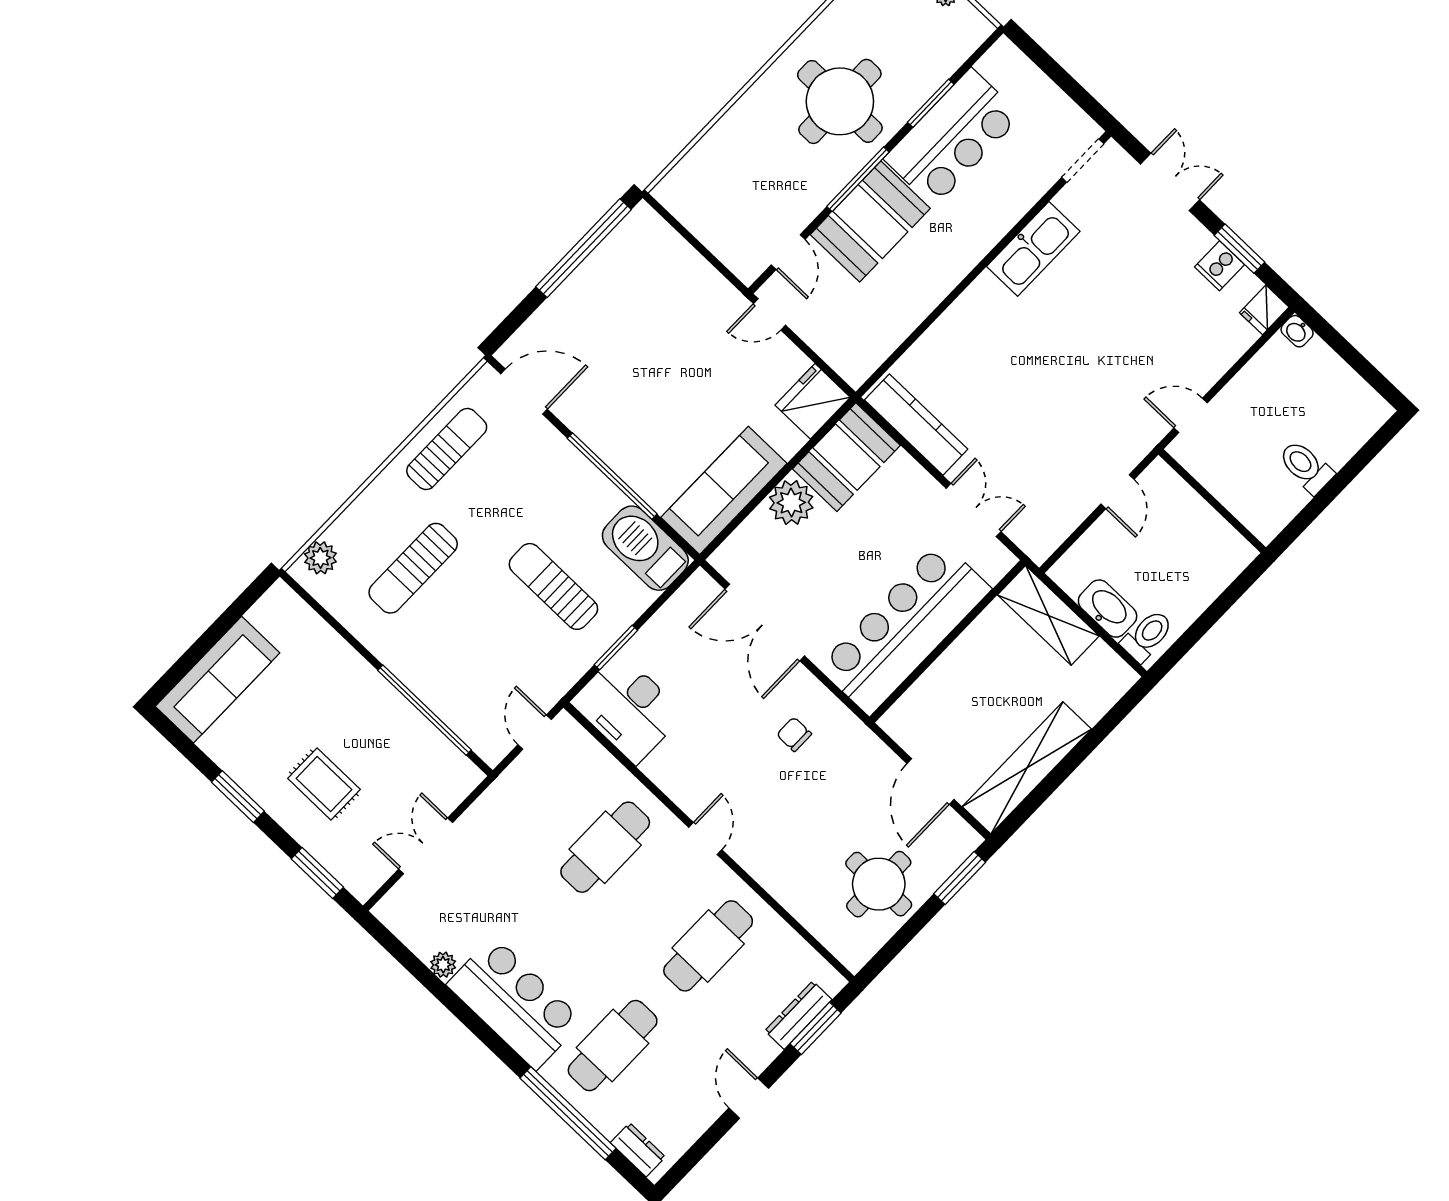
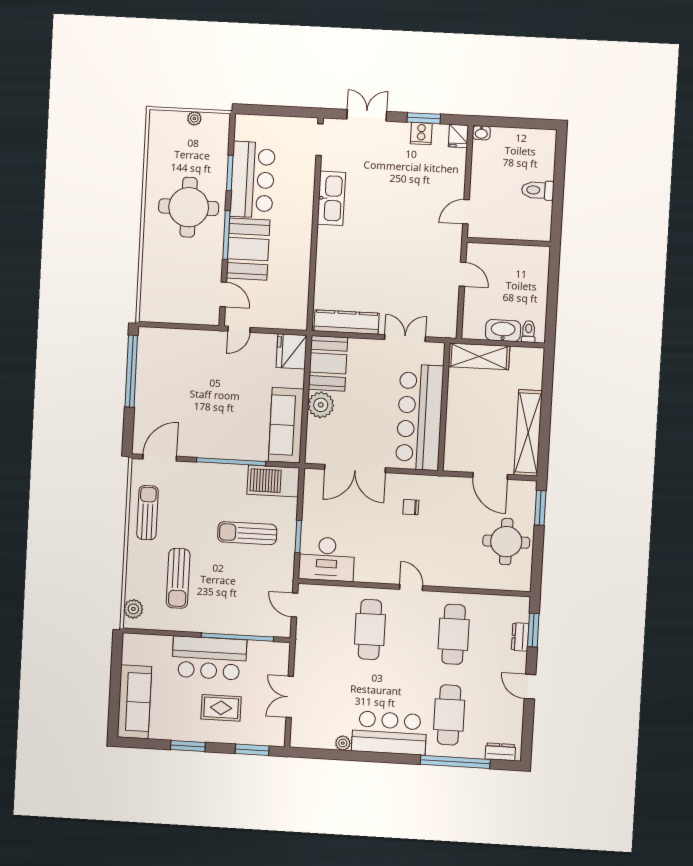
toilet: (1147, 636) -> (529, 331), width x0.73, depth x0.72
bar counter: (364, 706) -> (209, 658), added
dresser: (798, 1015) -> (520, 637), width x0.70

